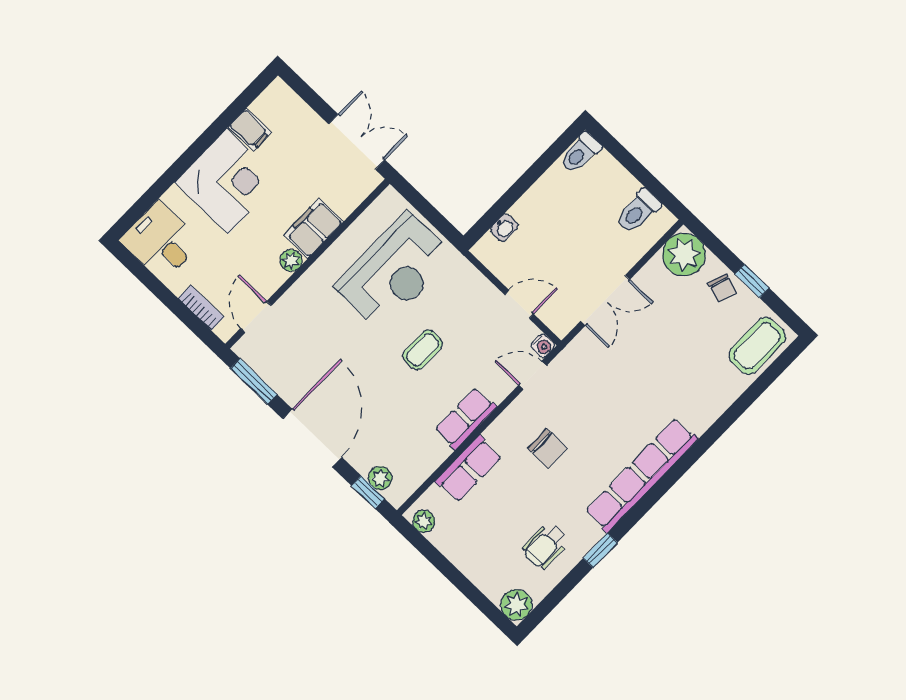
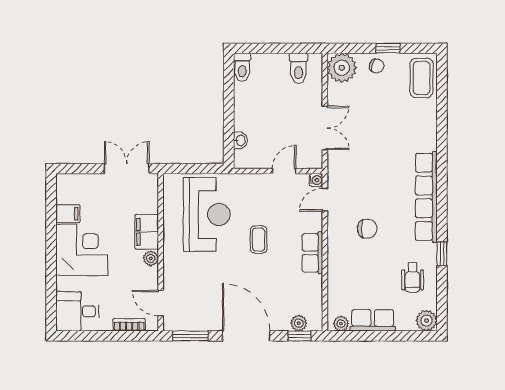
row of seats: (468, 469) -> (373, 320), moved, turned -90

